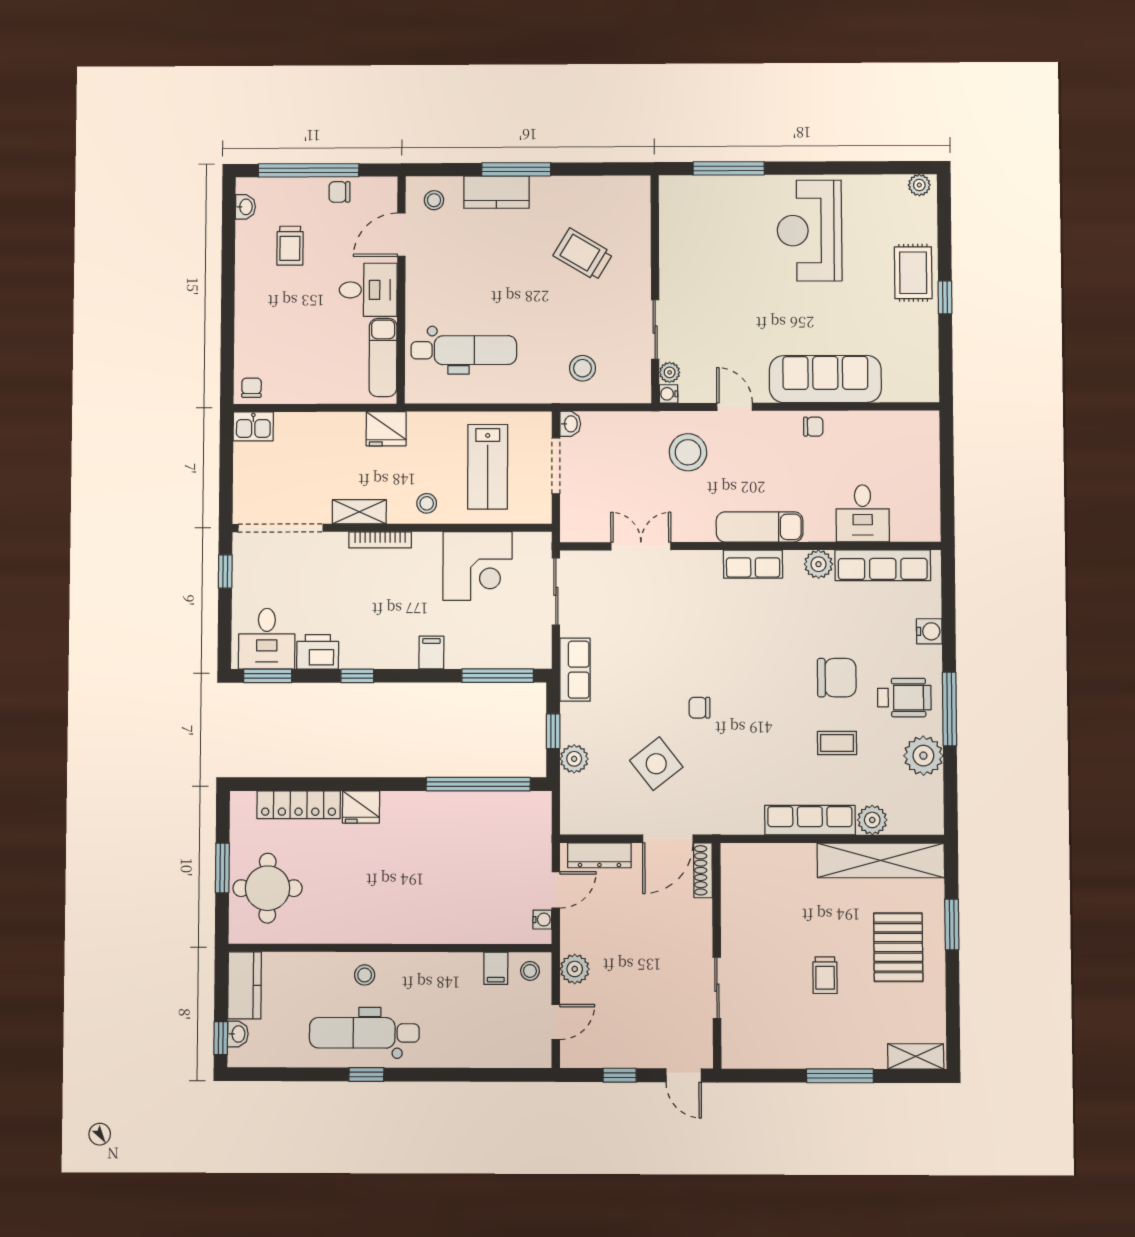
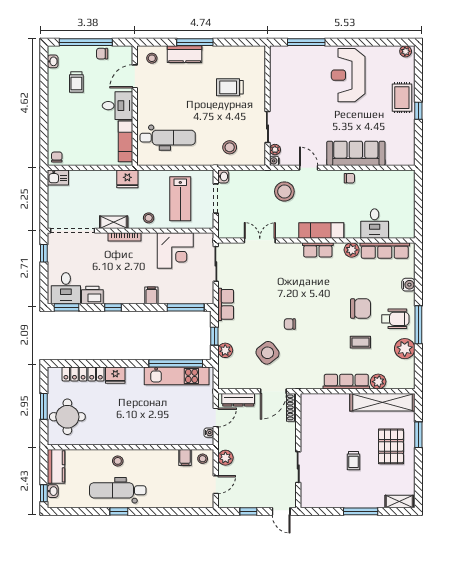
trolley: (583, 254) -> (230, 87), turned -31
kitchen unit: (480, 809) -> (177, 376), added

